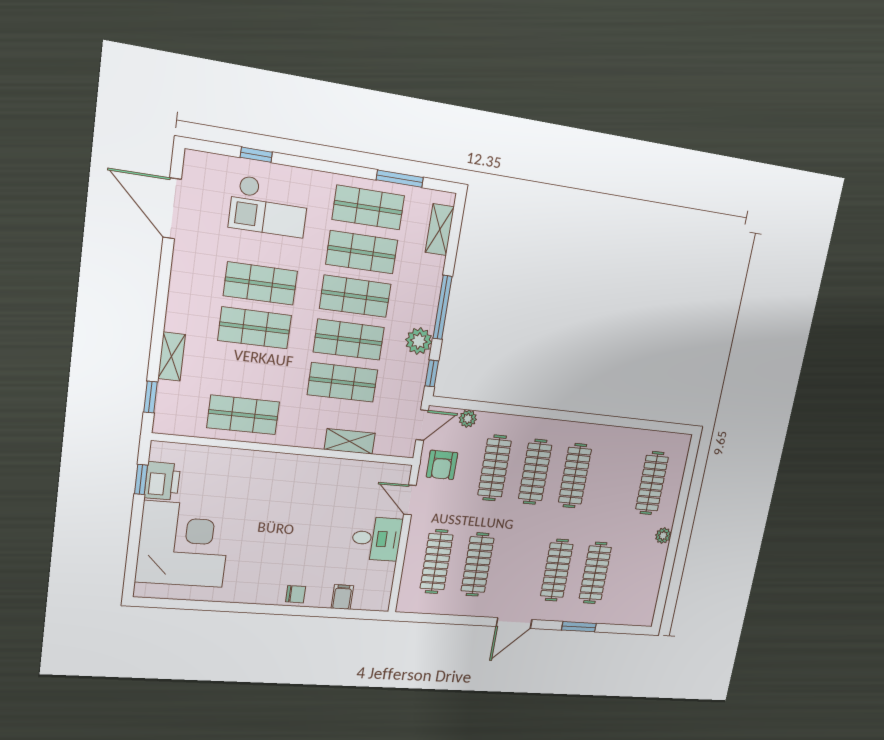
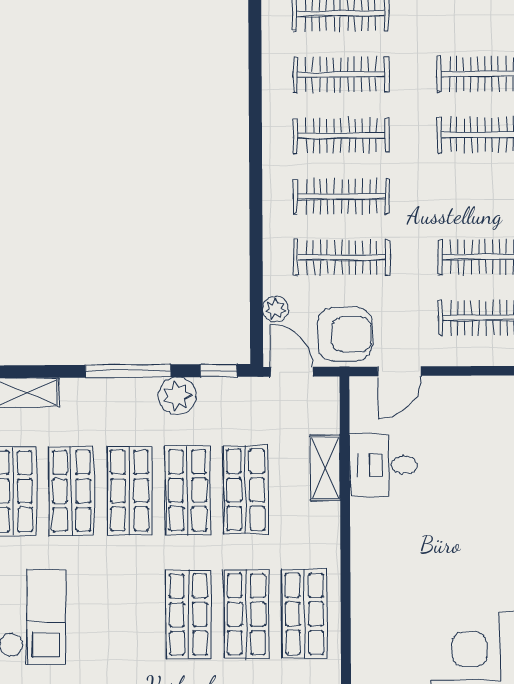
shop shelf: (260, 283) -> (246, 614), moved
armchair: (442, 465) -> (345, 334), width x1.38, depth x1.38
clothes rail: (614, 479) -> (341, 74), added
desk: (377, 539) -> (383, 465), moved, turned -90

